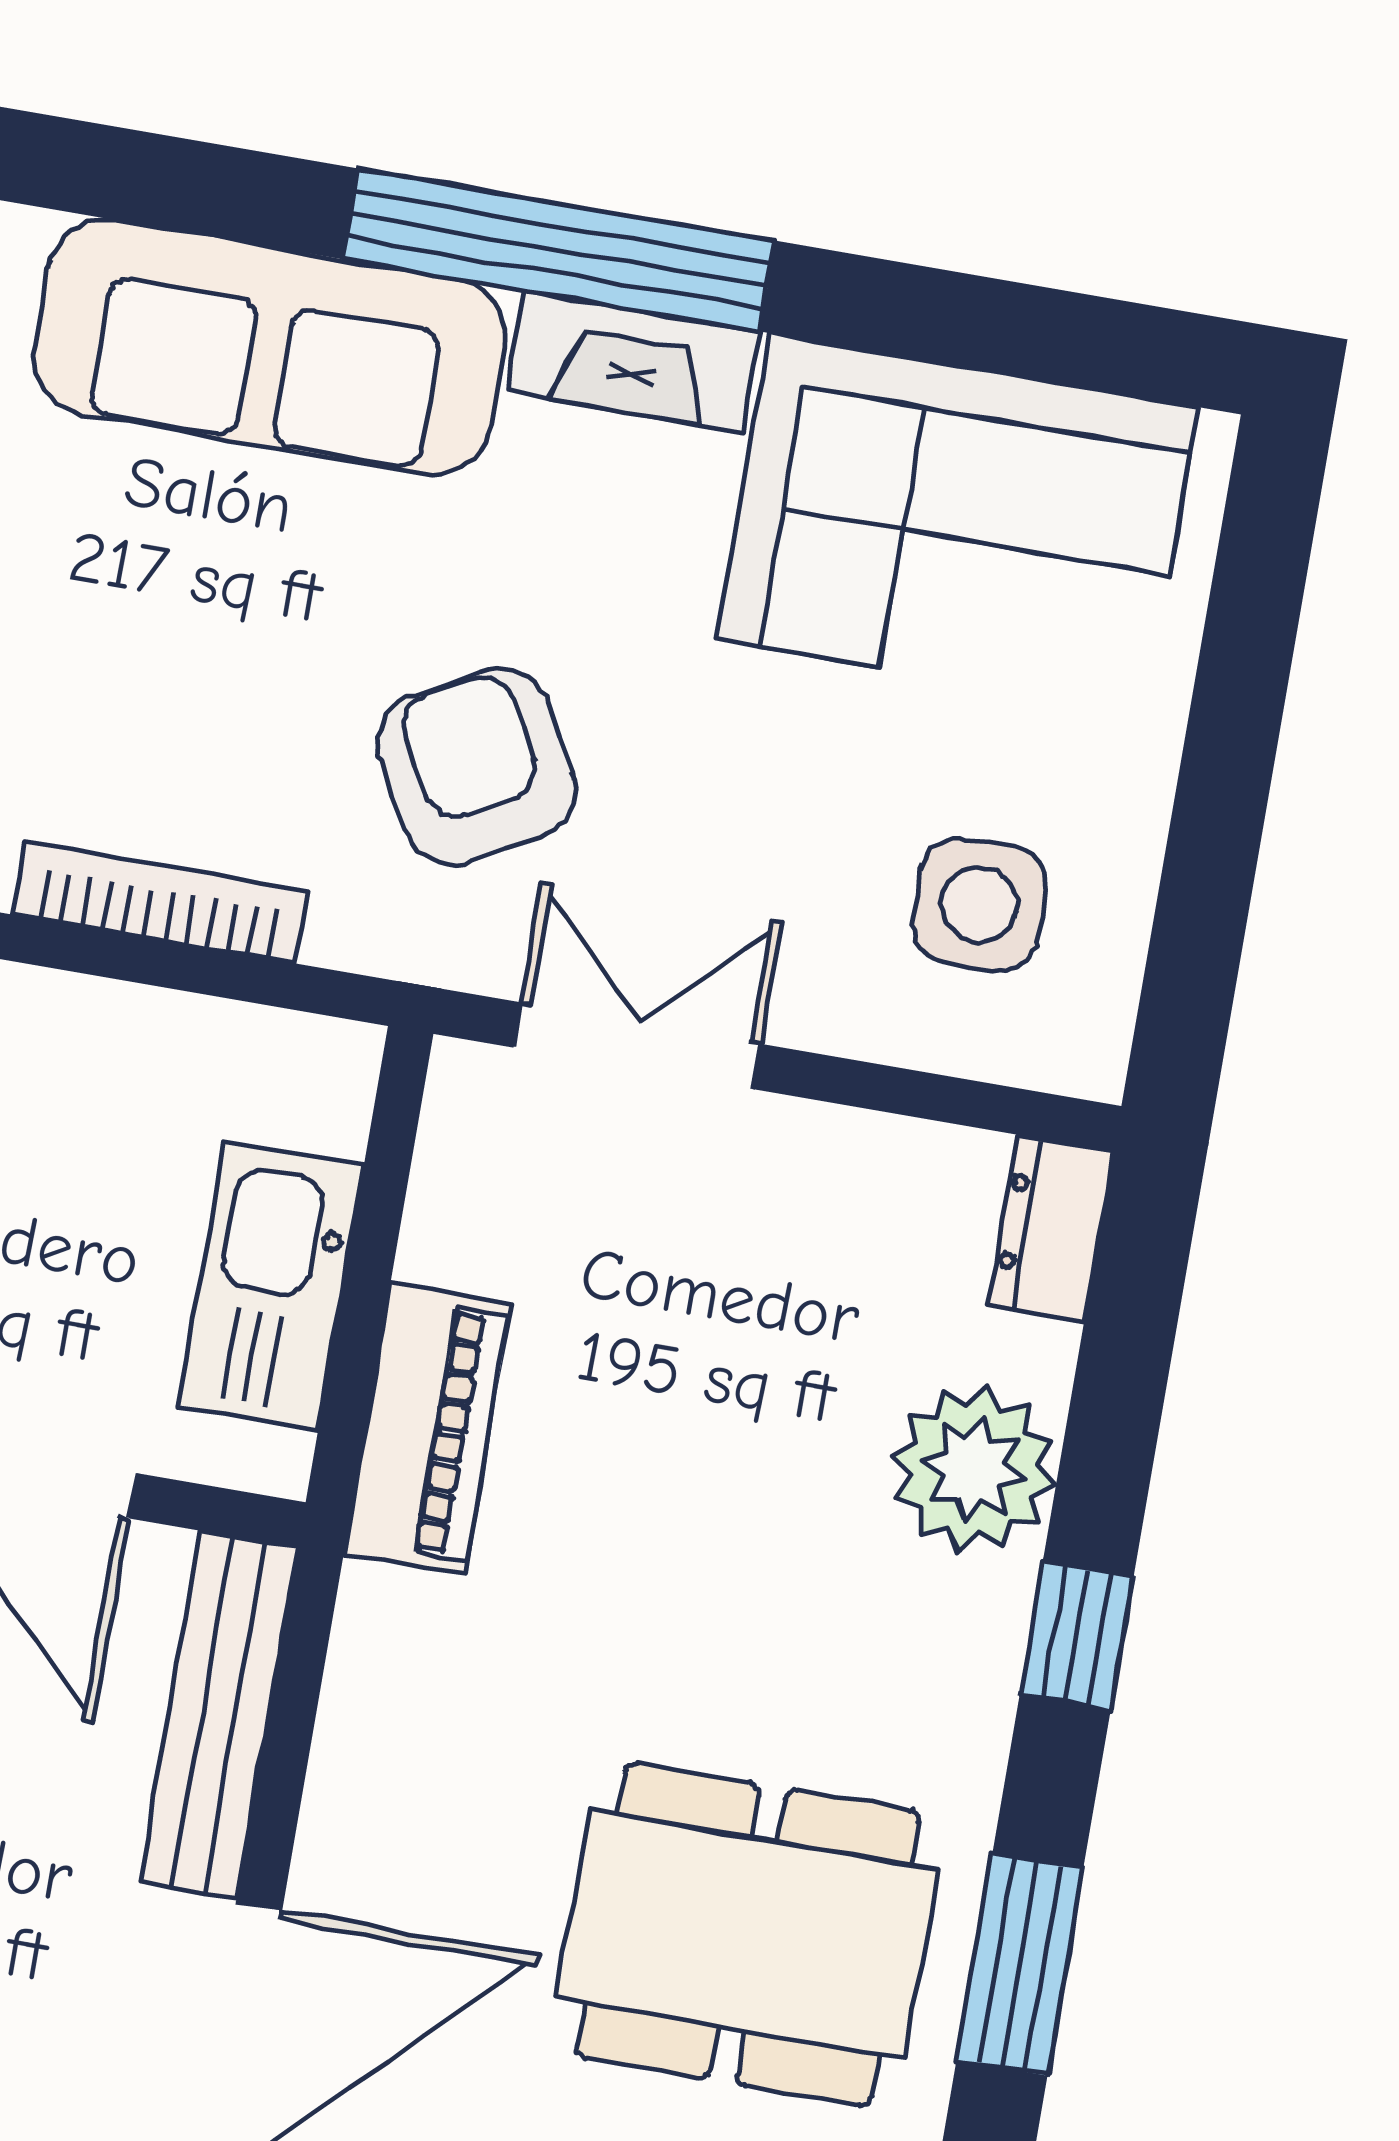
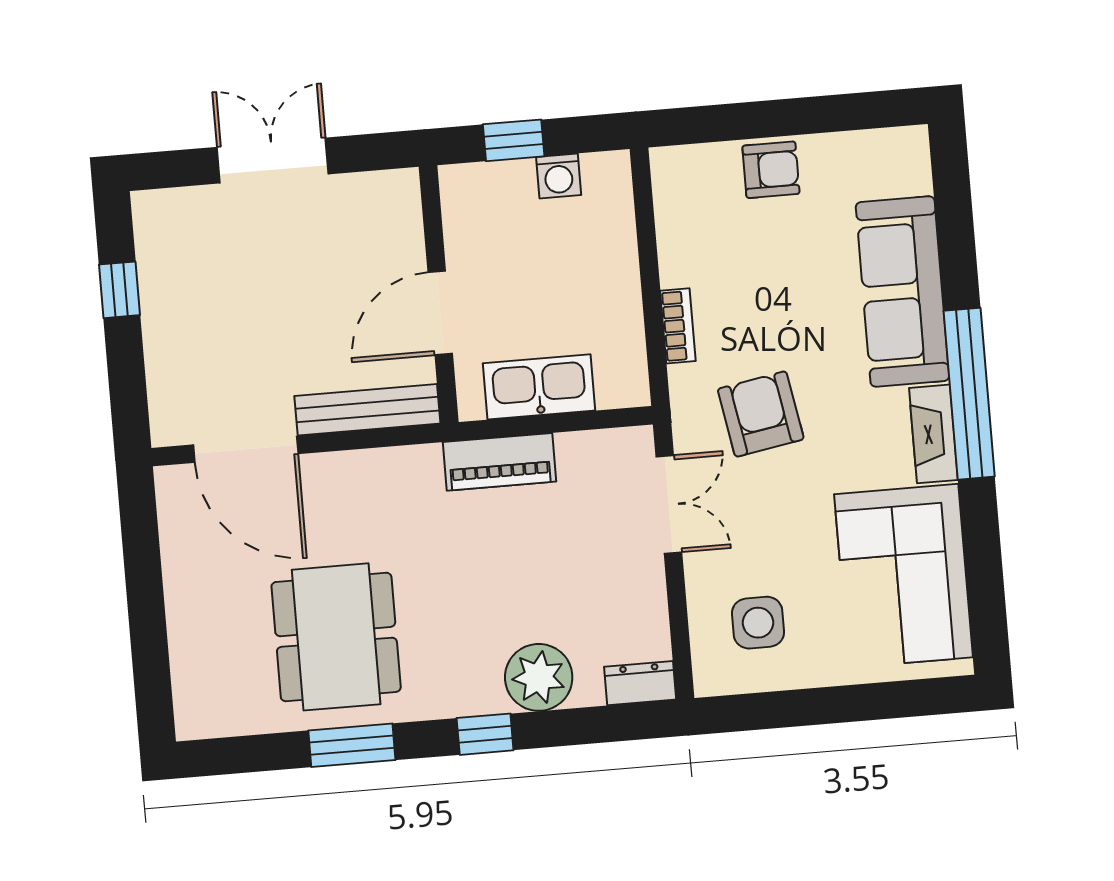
armchair: (476, 767) -> (761, 414), turned -71
bookcase: (160, 903) -> (678, 326), width x0.64

